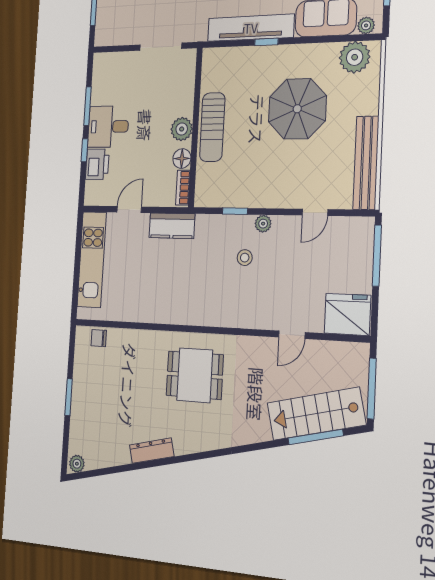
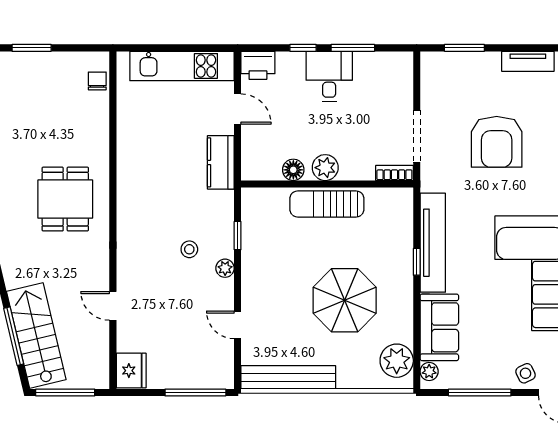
printer: (97, 164) -> (258, 65), moved
bookcase: (183, 188) -> (394, 173), moved
fridge: (347, 314) -> (131, 371), width x0.73, depth x0.75

